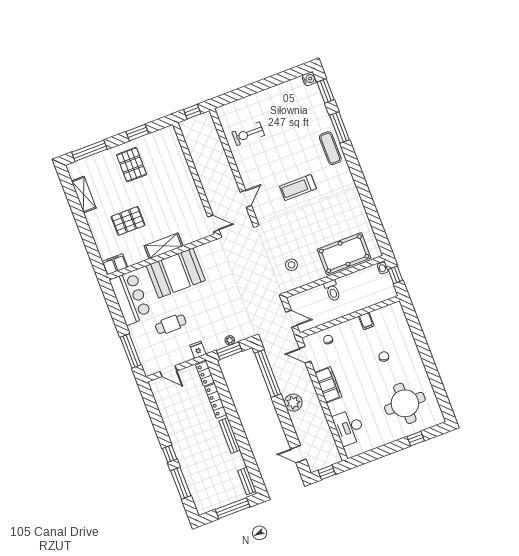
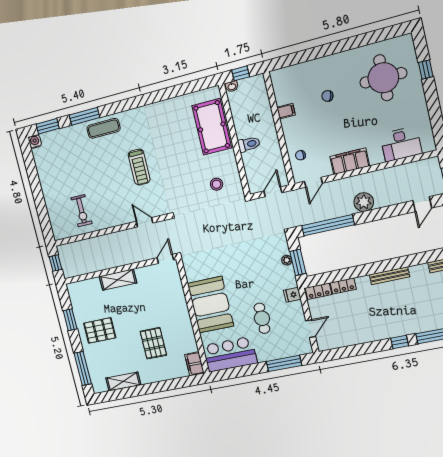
shelving: (164, 246) -> (118, 280), moved, turned 90
locker: (216, 401) -> (343, 286), width x0.66

